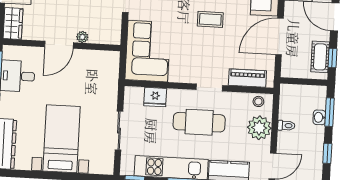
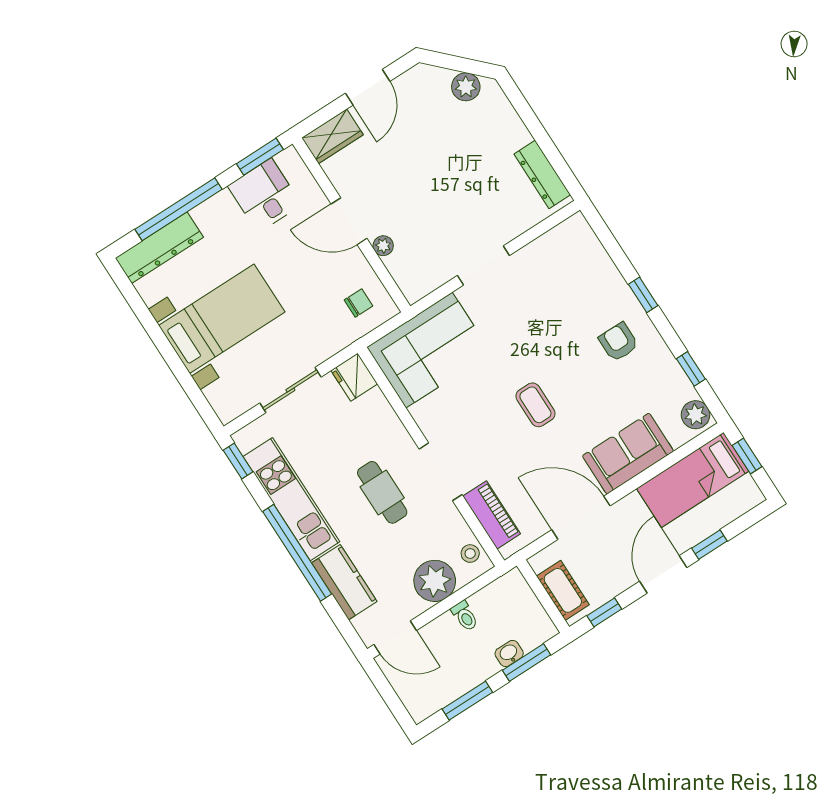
cot: (320, 57) -> (563, 590), moved, turned 90
chair: (101, 68) -> (359, 303), added
doorway: (209, 87) -> (441, 472), width x1.38
fridge: (155, 97) -> (354, 377), moved
cafe table: (199, 122) -> (382, 492), width x0.73, depth x0.74
window: (327, 153) -> (467, 701), width x1.50

